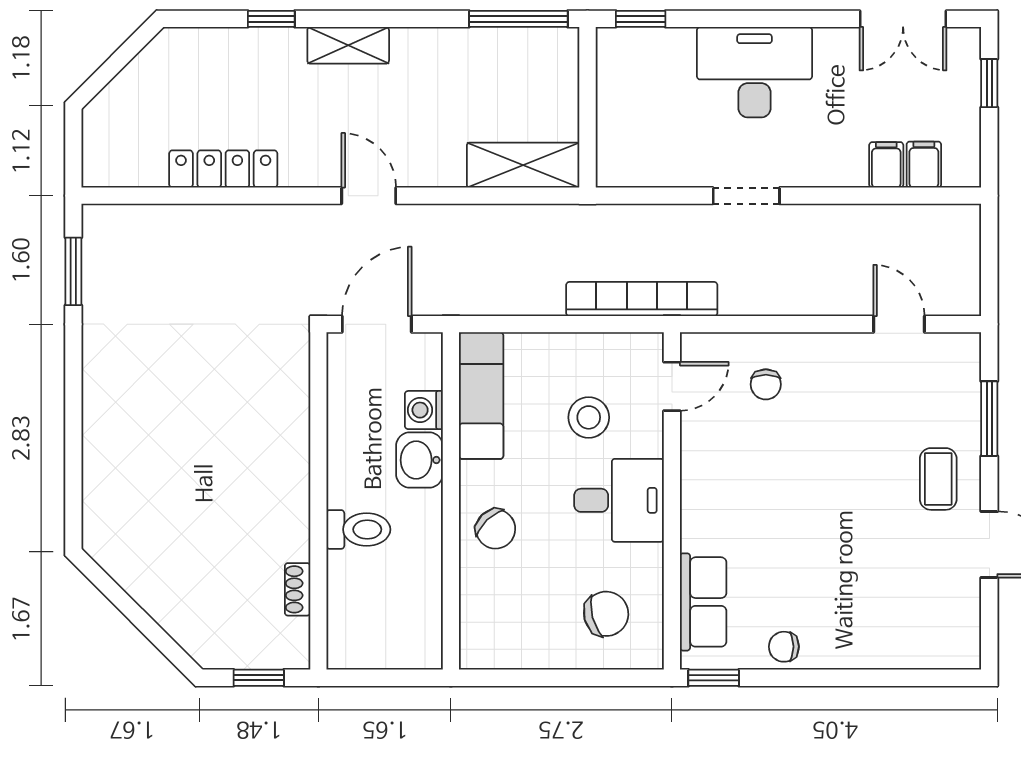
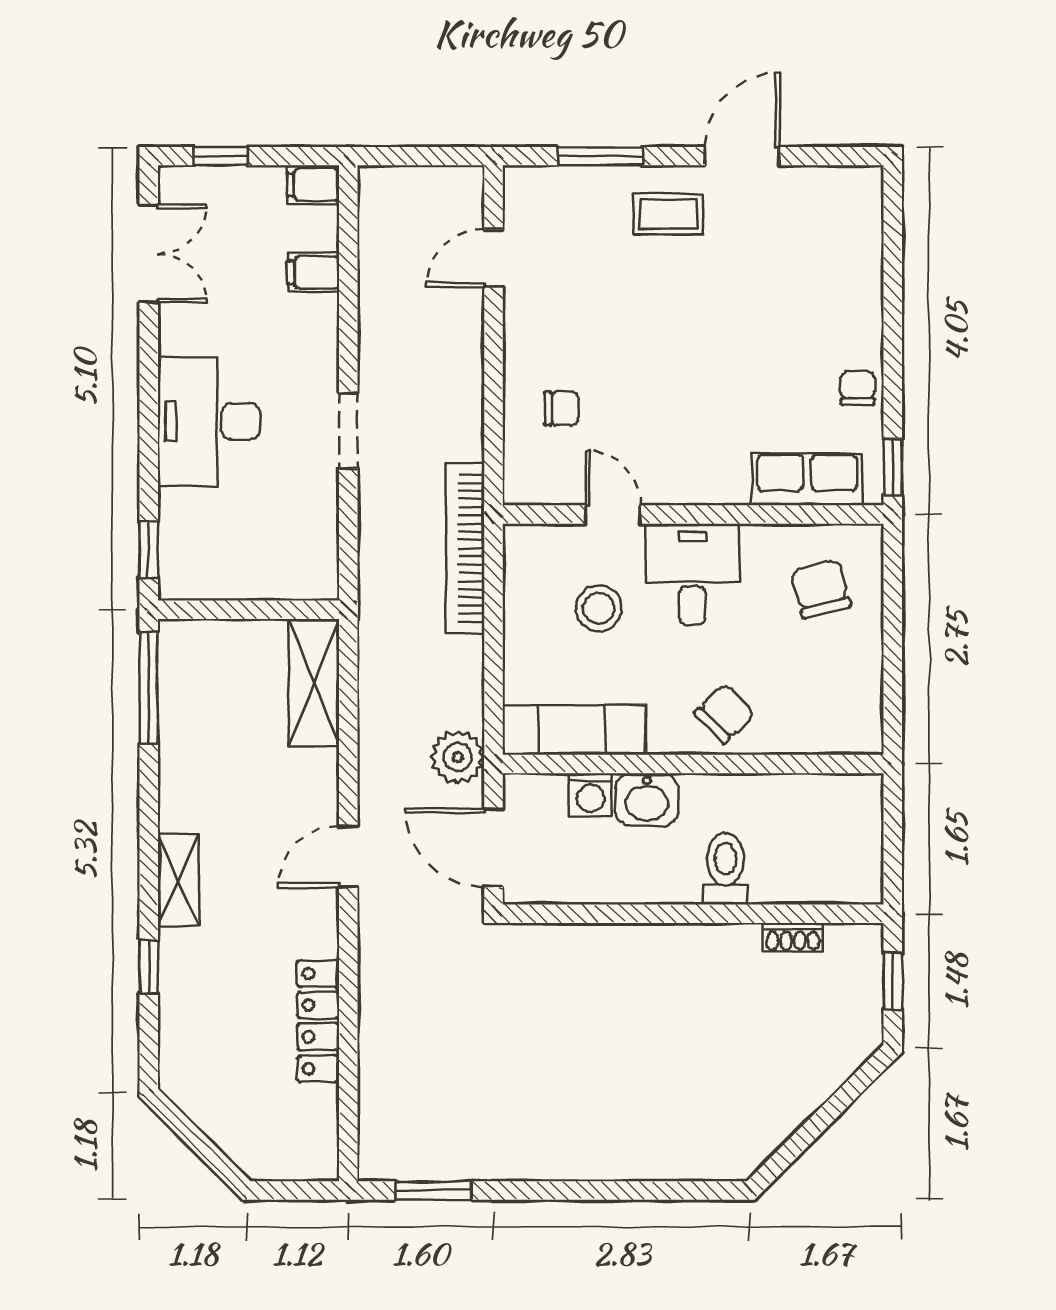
filing cabinet: (924, 165) -> (313, 185), moved
plant: (457, 293) -> (458, 757), added
door: (672, 386) -> (613, 515), moved
chair: (784, 647) -> (858, 388), turned 180

